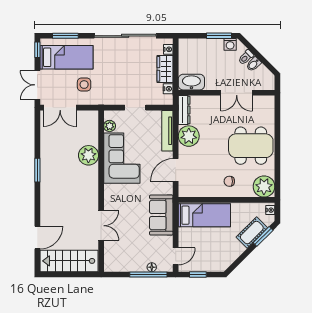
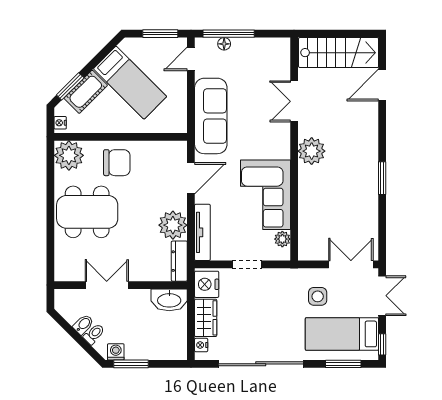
nightstand: (168, 89) -> (207, 284), width x1.89, depth x1.79
plant: (88, 155) -> (312, 151), moved
chair: (229, 181) -> (117, 163), width x1.87, depth x1.87
sofa: (161, 215) -> (211, 116), width x1.36
bed: (204, 215) -> (130, 83), moved, turned -135
window: (198, 275) -> (160, 34), width x1.50

